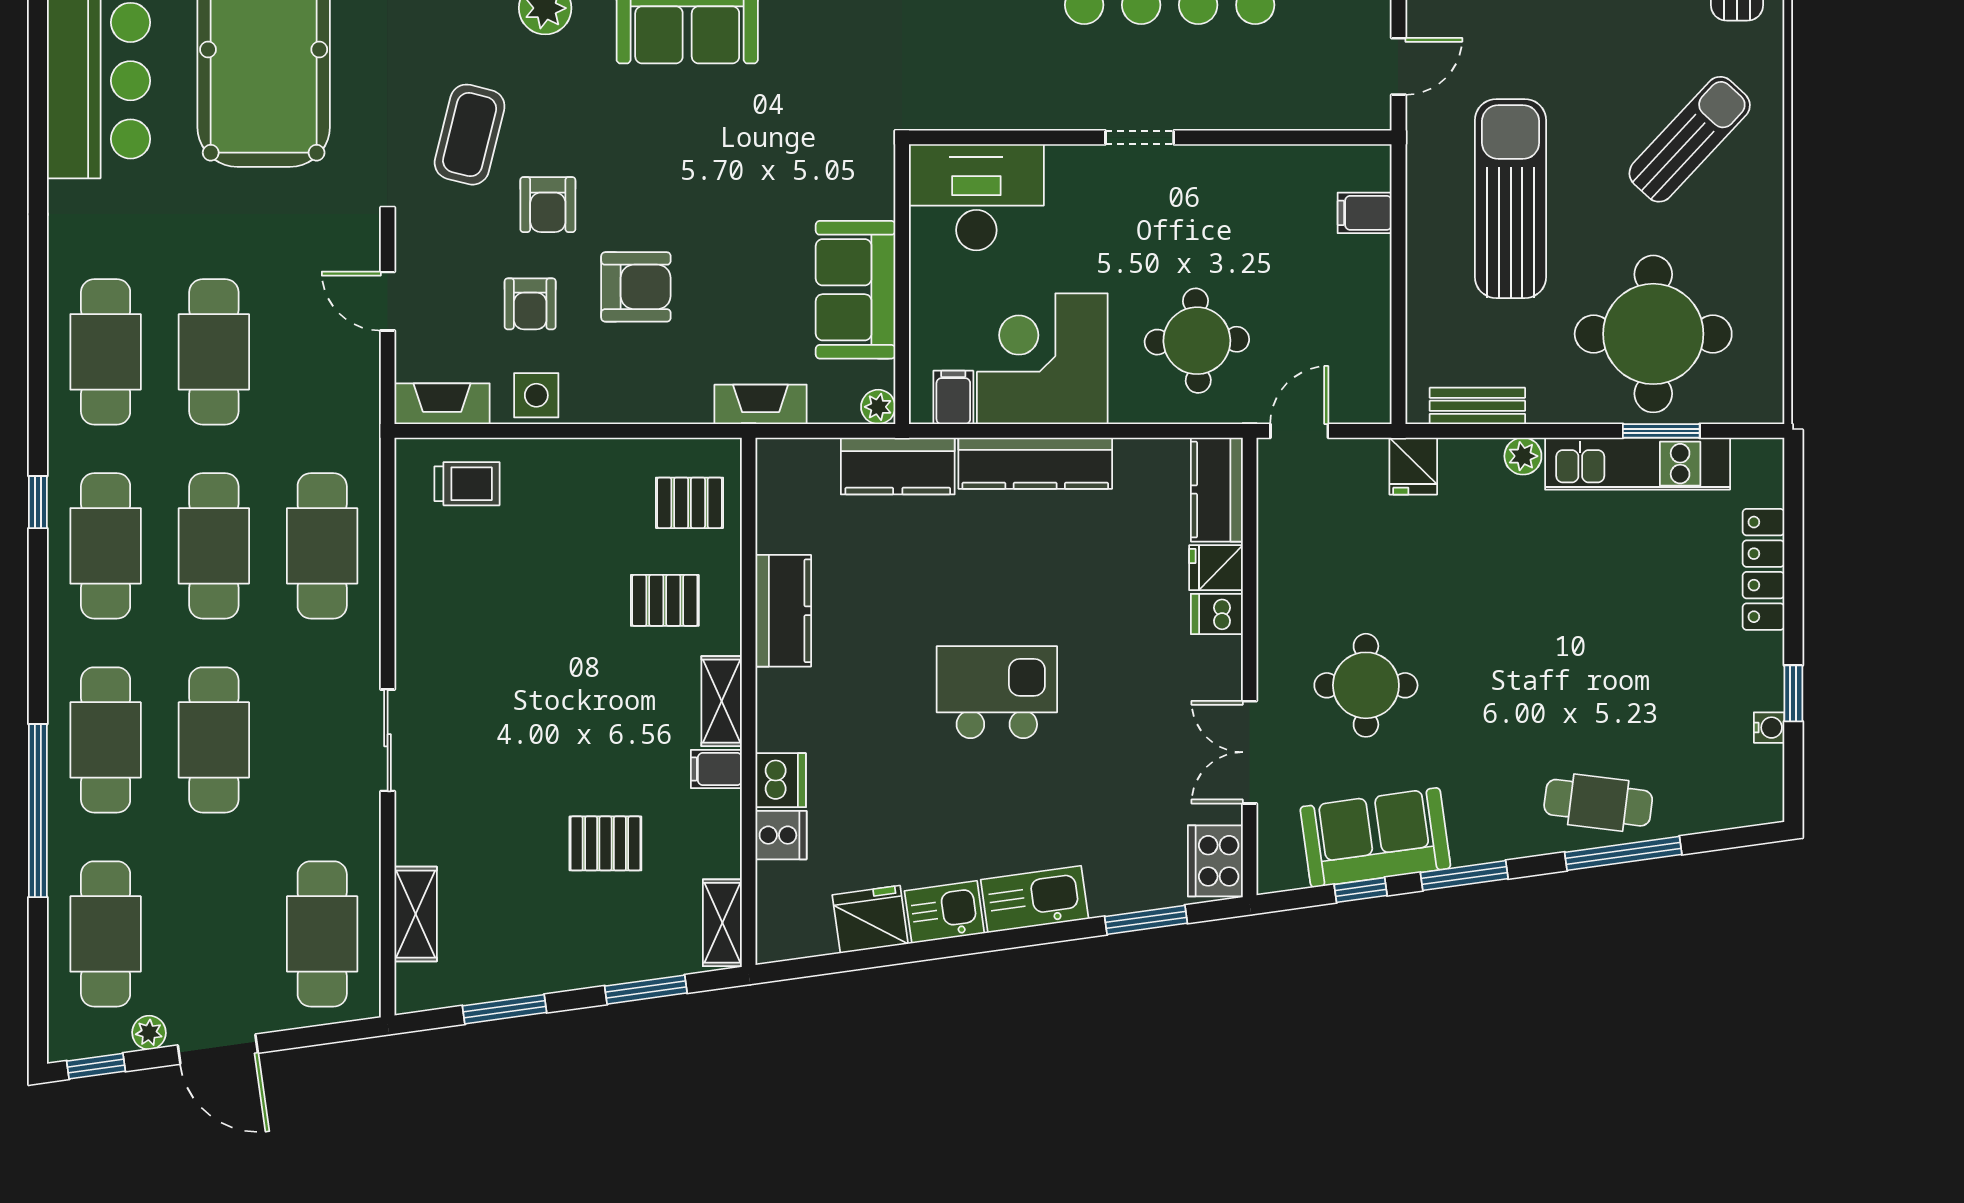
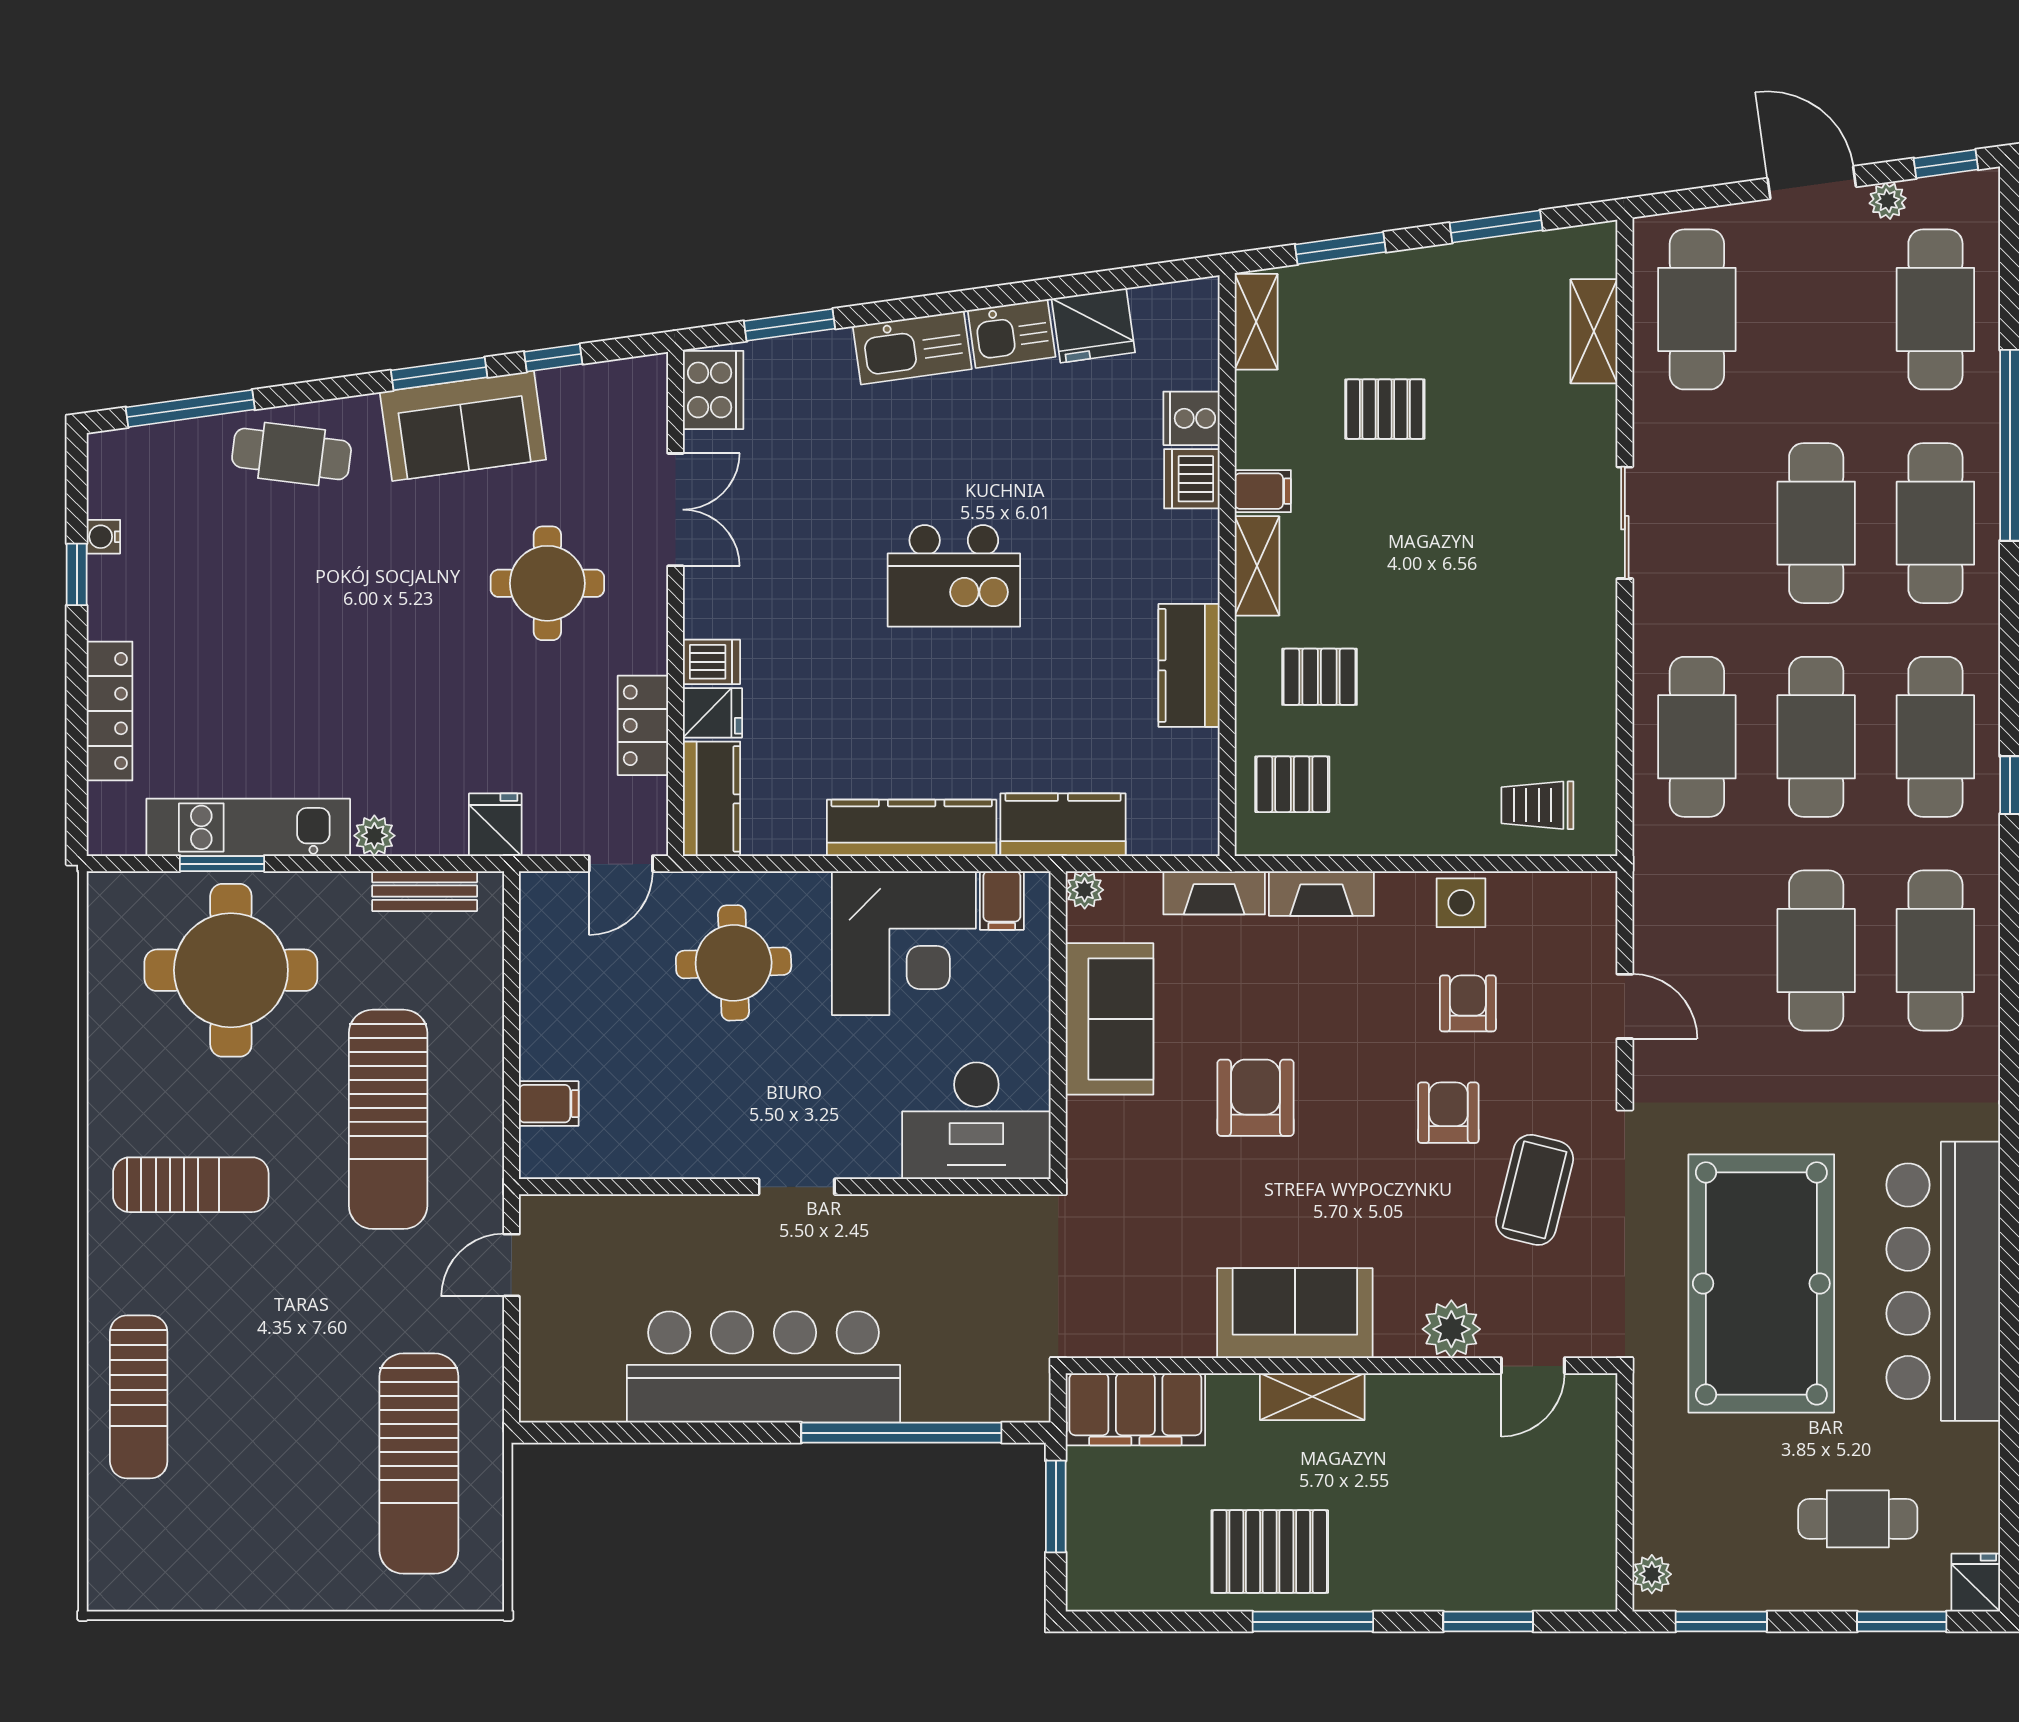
sun lounger: (1690, 139) -> (191, 1185), turned -133
armchair: (636, 287) -> (1256, 1098), moved, turned 90
fireplace: (442, 404) -> (1321, 893), moved
locker: (1279, 556) -> (643, 725), added
sofa: (1375, 838) -> (463, 426), moved
window: (1623, 853) -> (190, 408), moved

